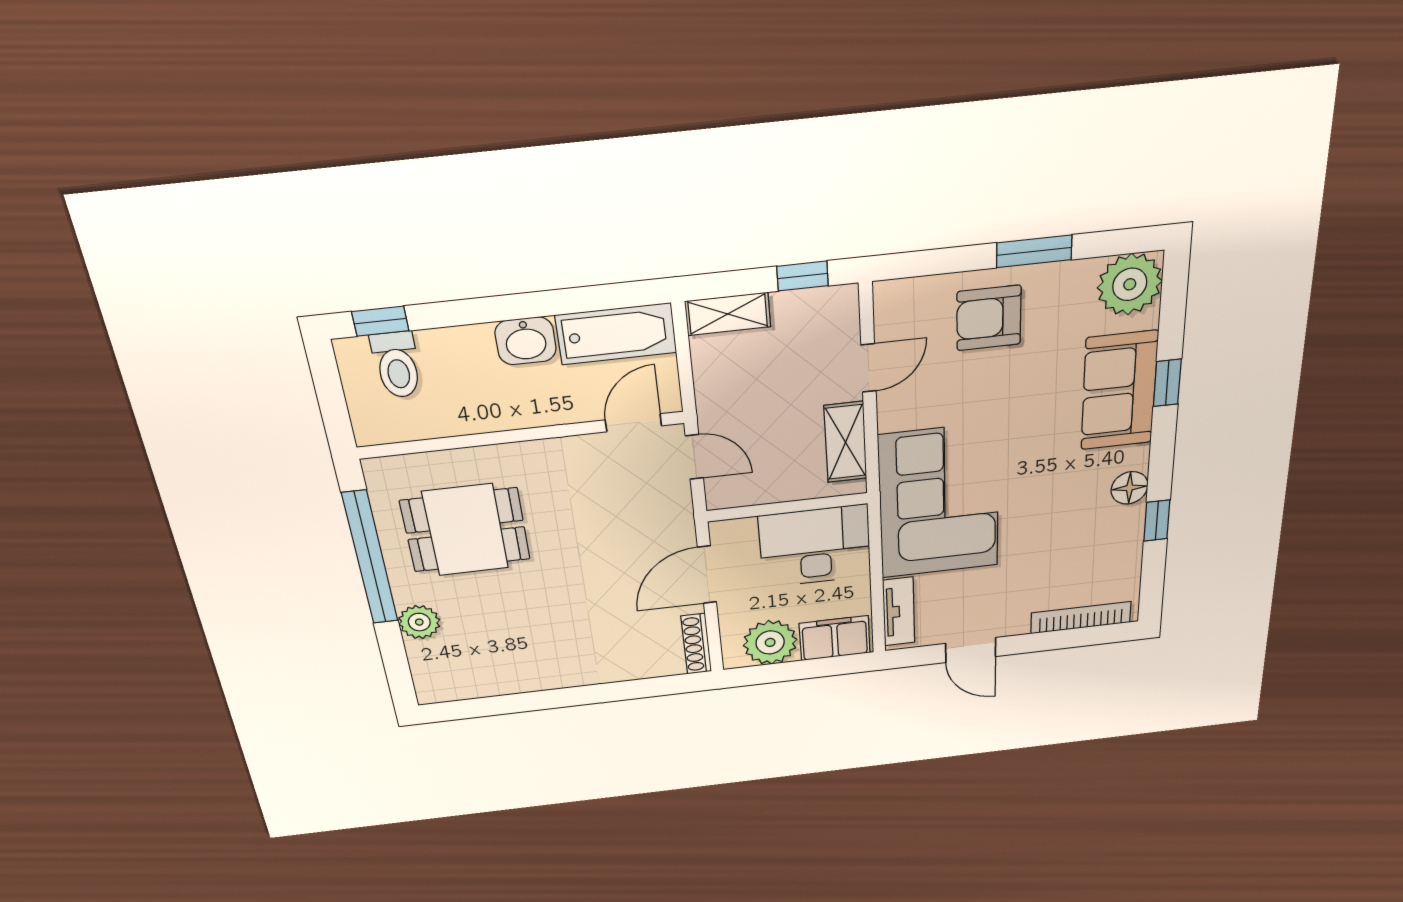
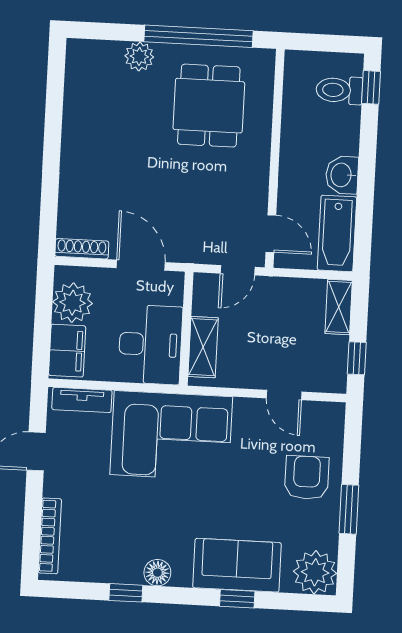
shelving: (846, 442) -> (203, 347), moved, turned 90

